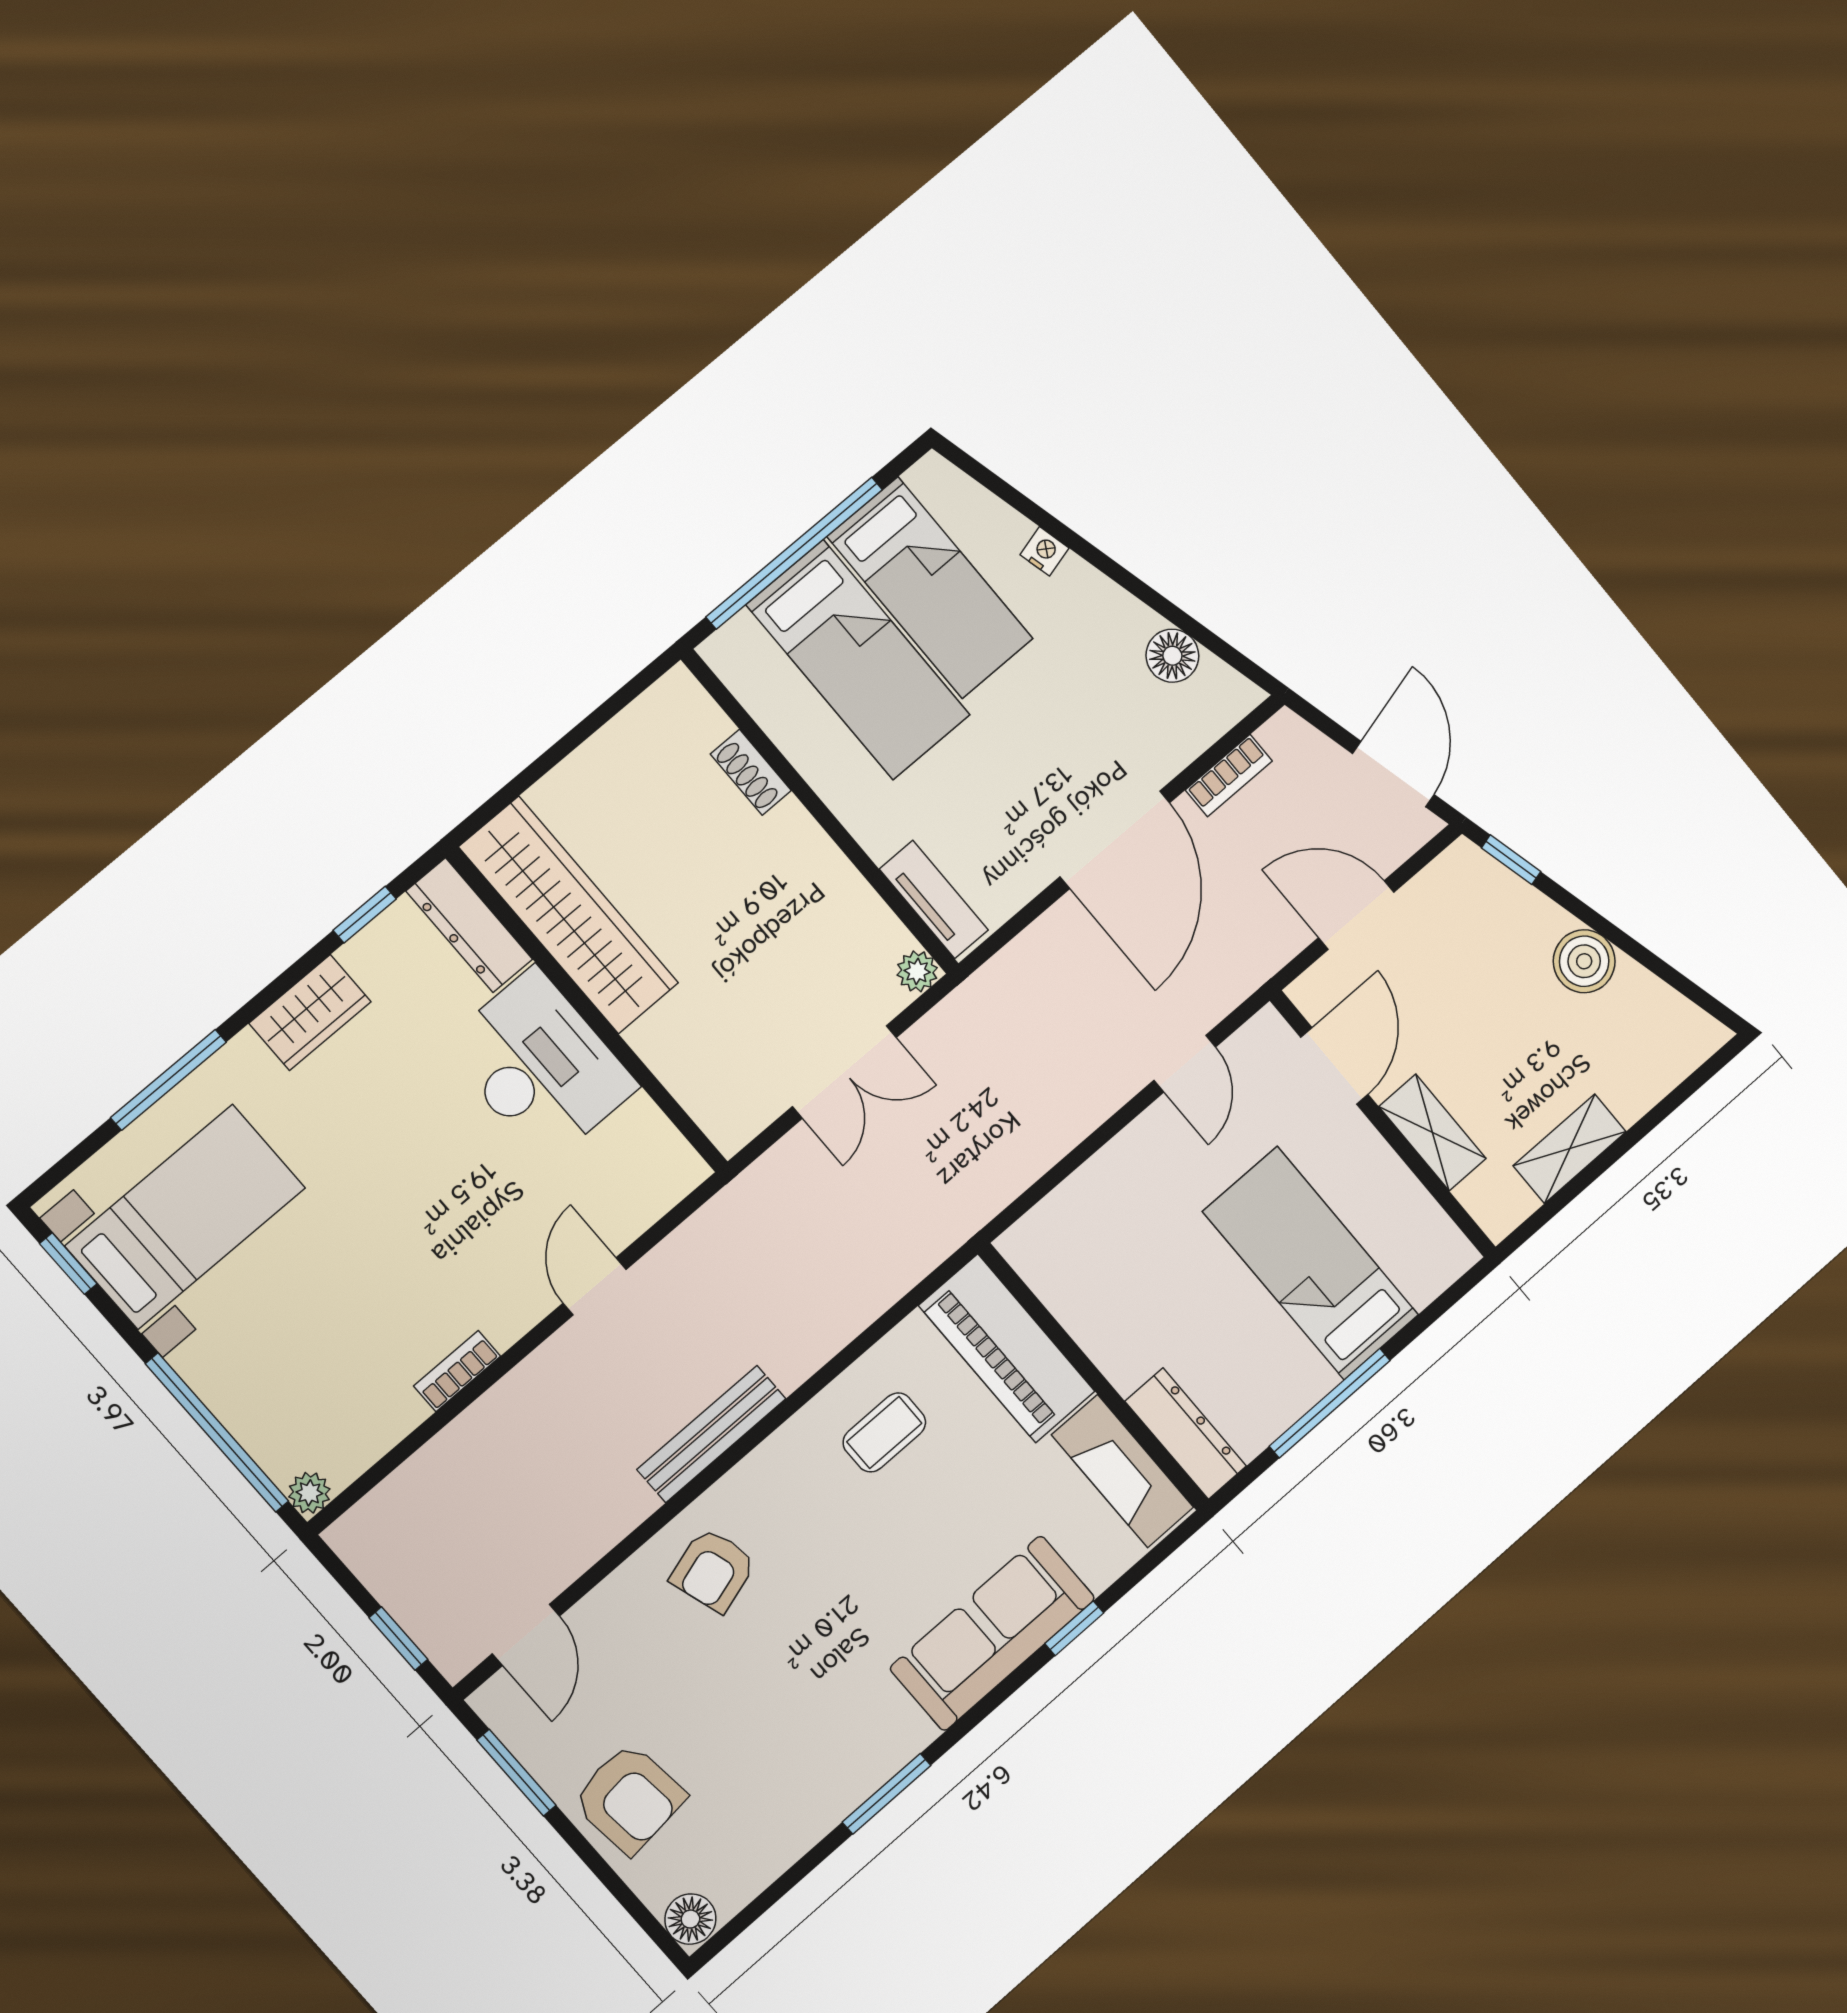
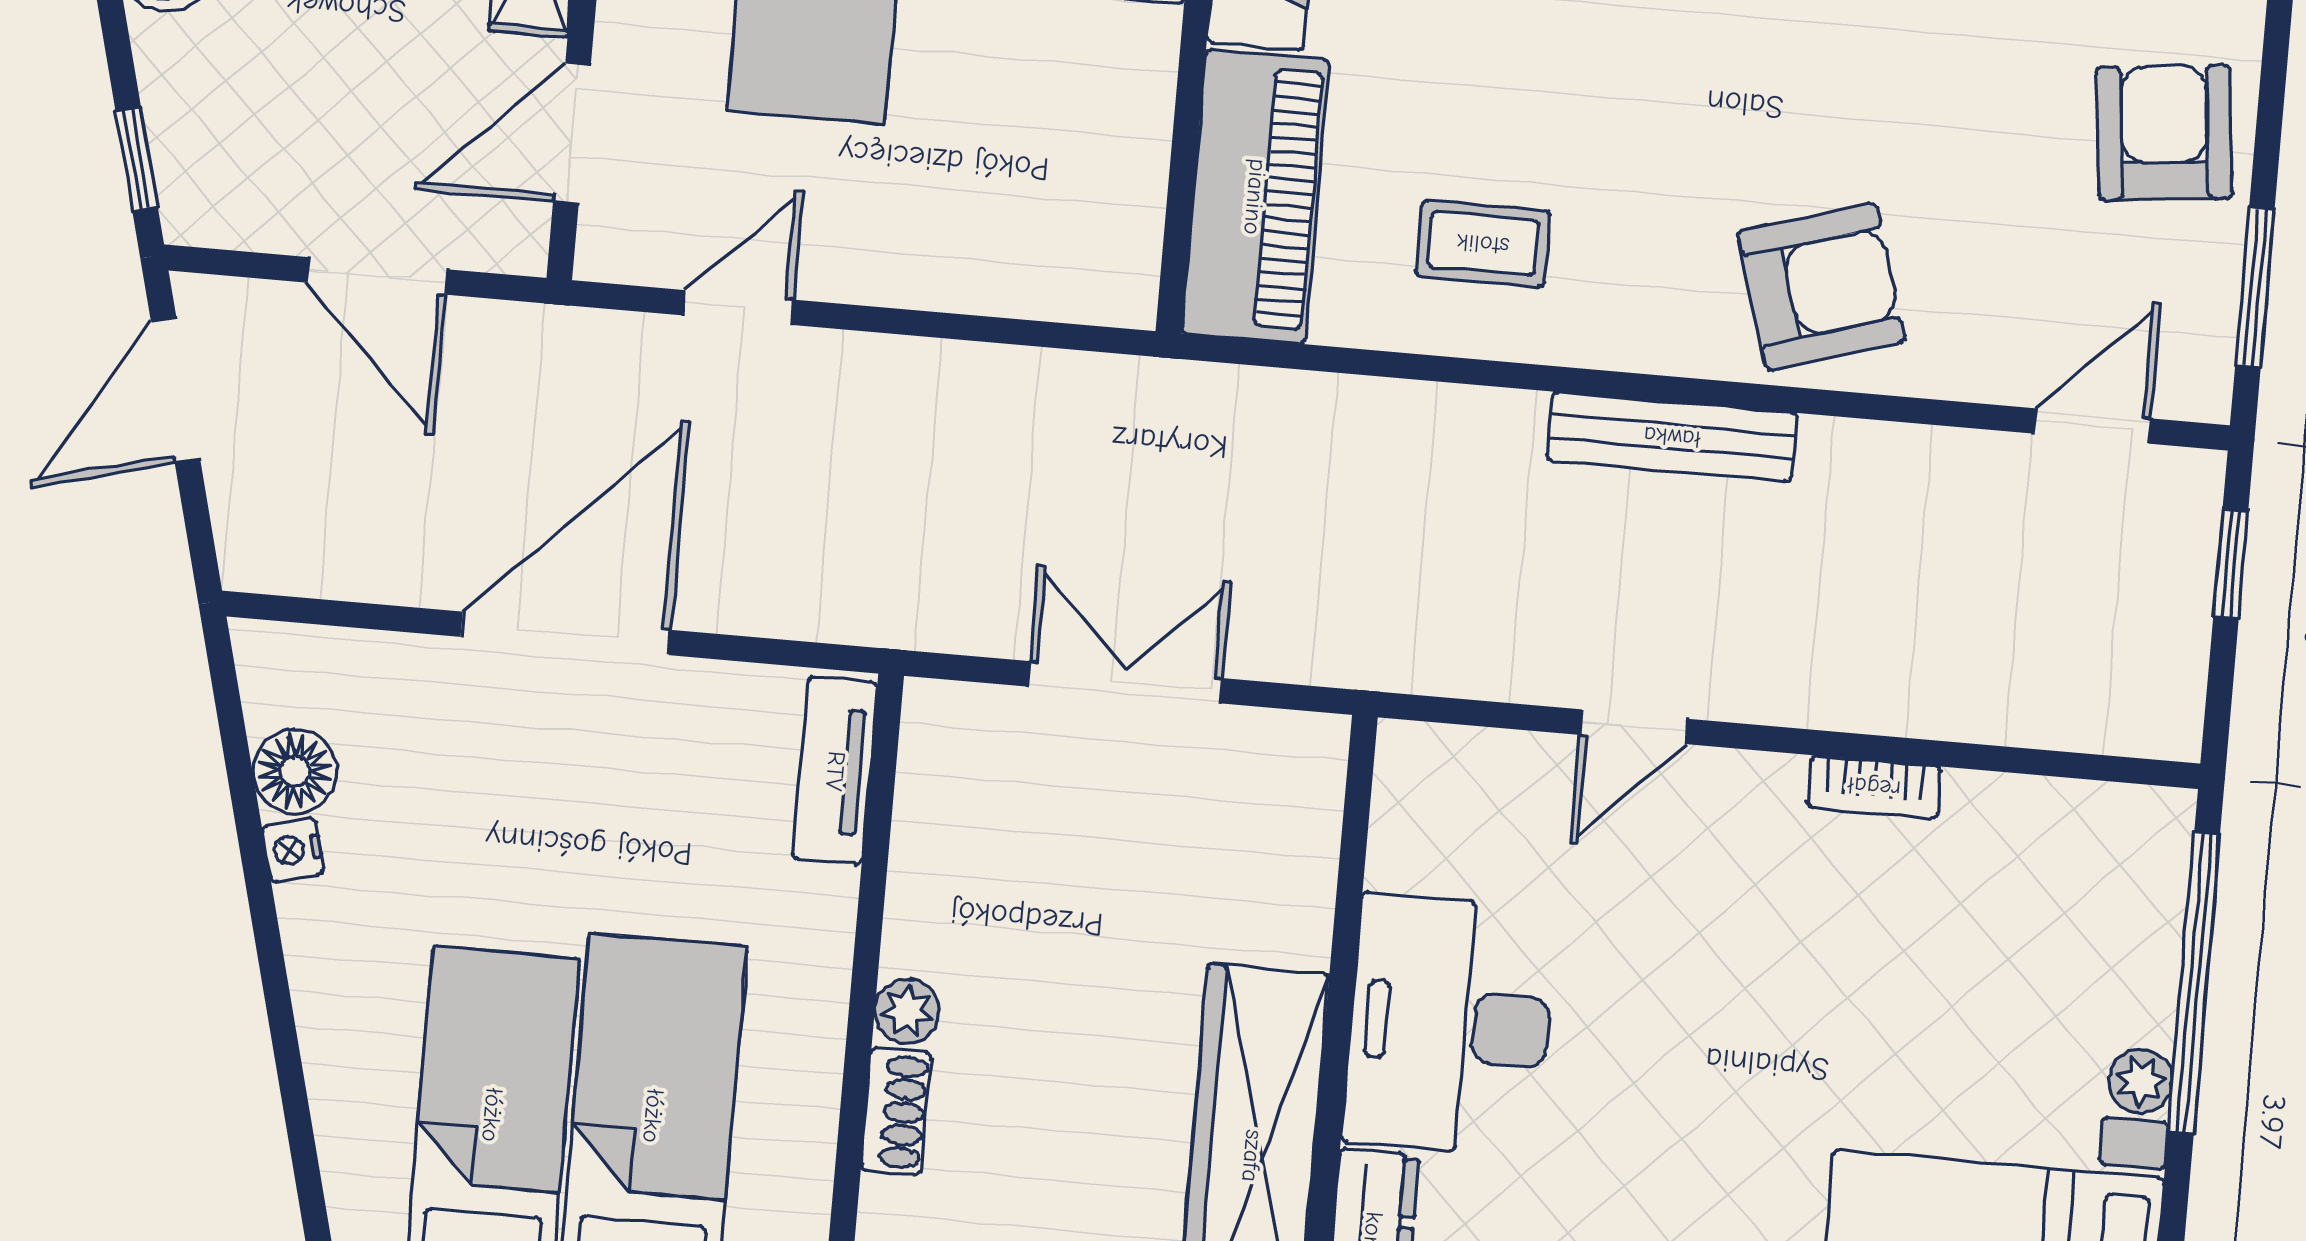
nightstand: (1045, 551) -> (293, 850), moved
bookcase: (1229, 776) -> (365, 575), removed
plant: (917, 971) -> (907, 1011), moved
plant: (309, 1493) -> (2141, 1081), moved
armchair: (713, 1570) -> (1821, 287), width x1.38, depth x1.38

